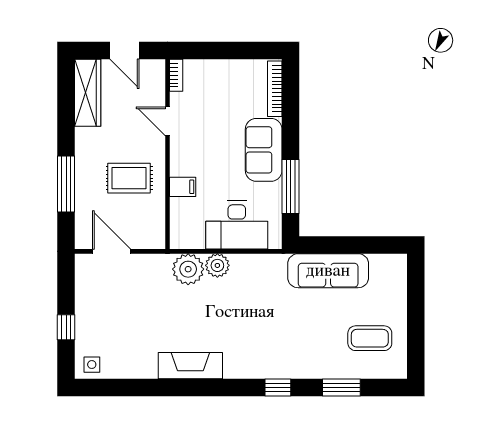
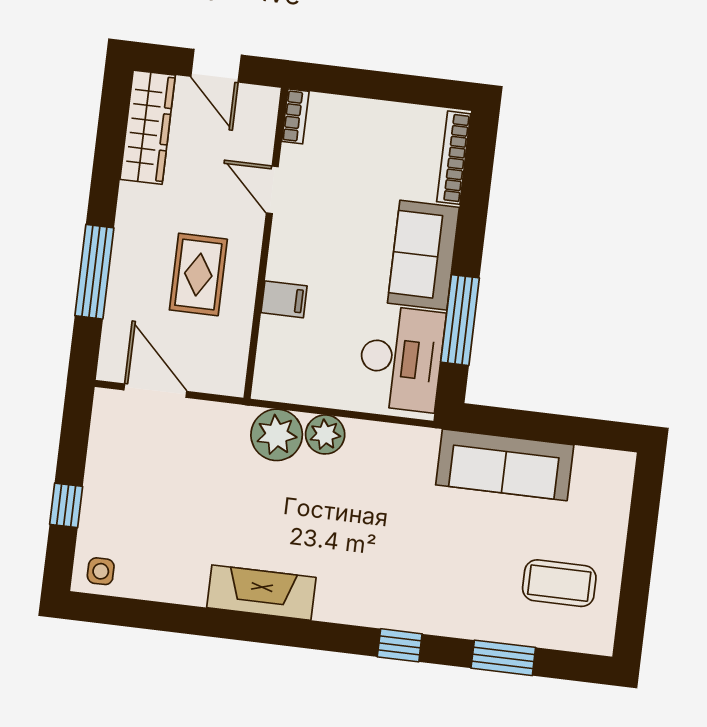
rug: (129, 178) -> (198, 275), turned 90
desk: (237, 225) -> (401, 358), moved, turned -90

